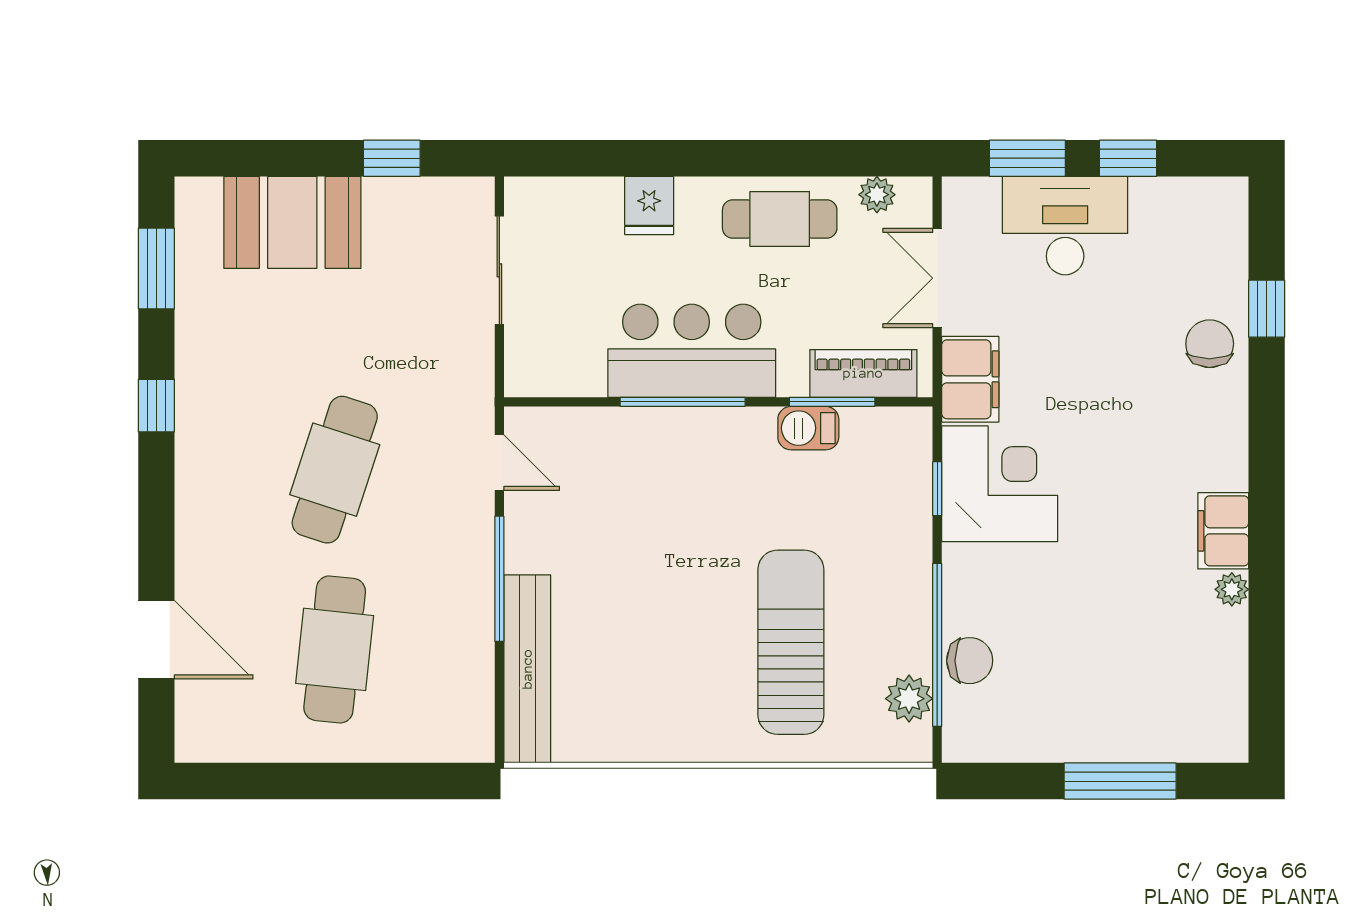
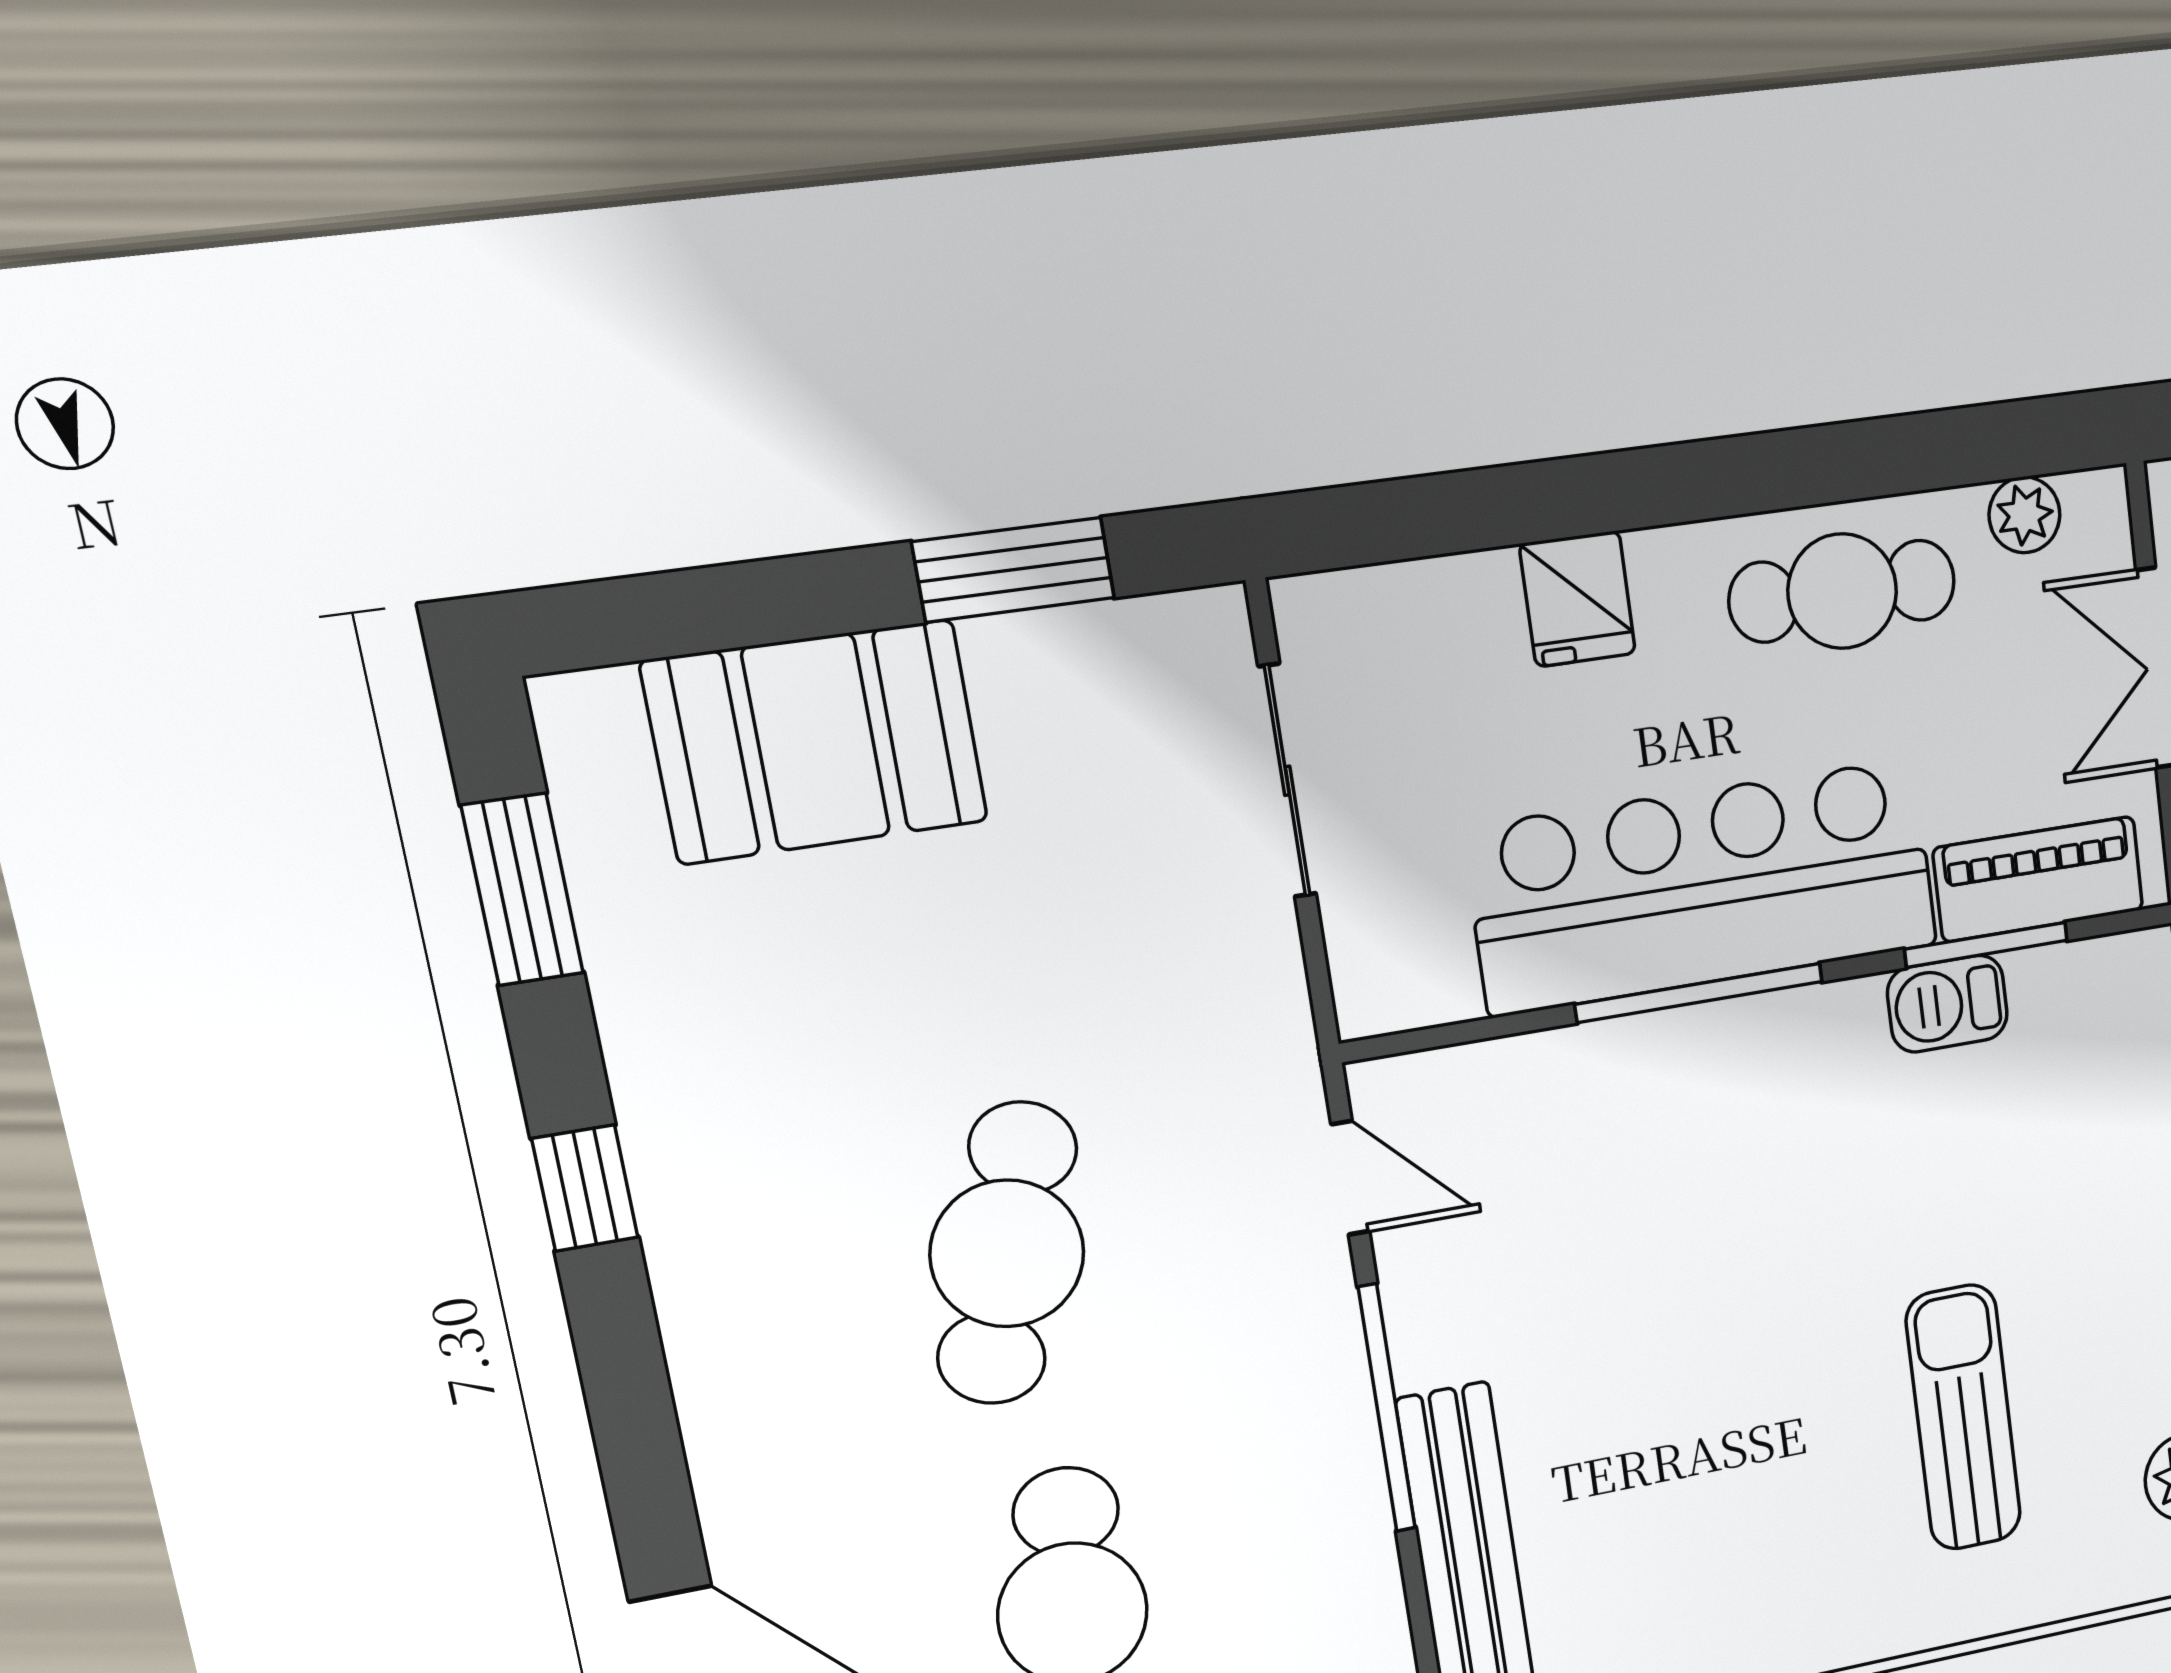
window: (392, 158) -> (1014, 570), width x1.50
bar counter: (692, 351) -> (1704, 887), width x1.36
sun lounger: (791, 642) -> (1963, 1418), width x0.73, depth x0.75

